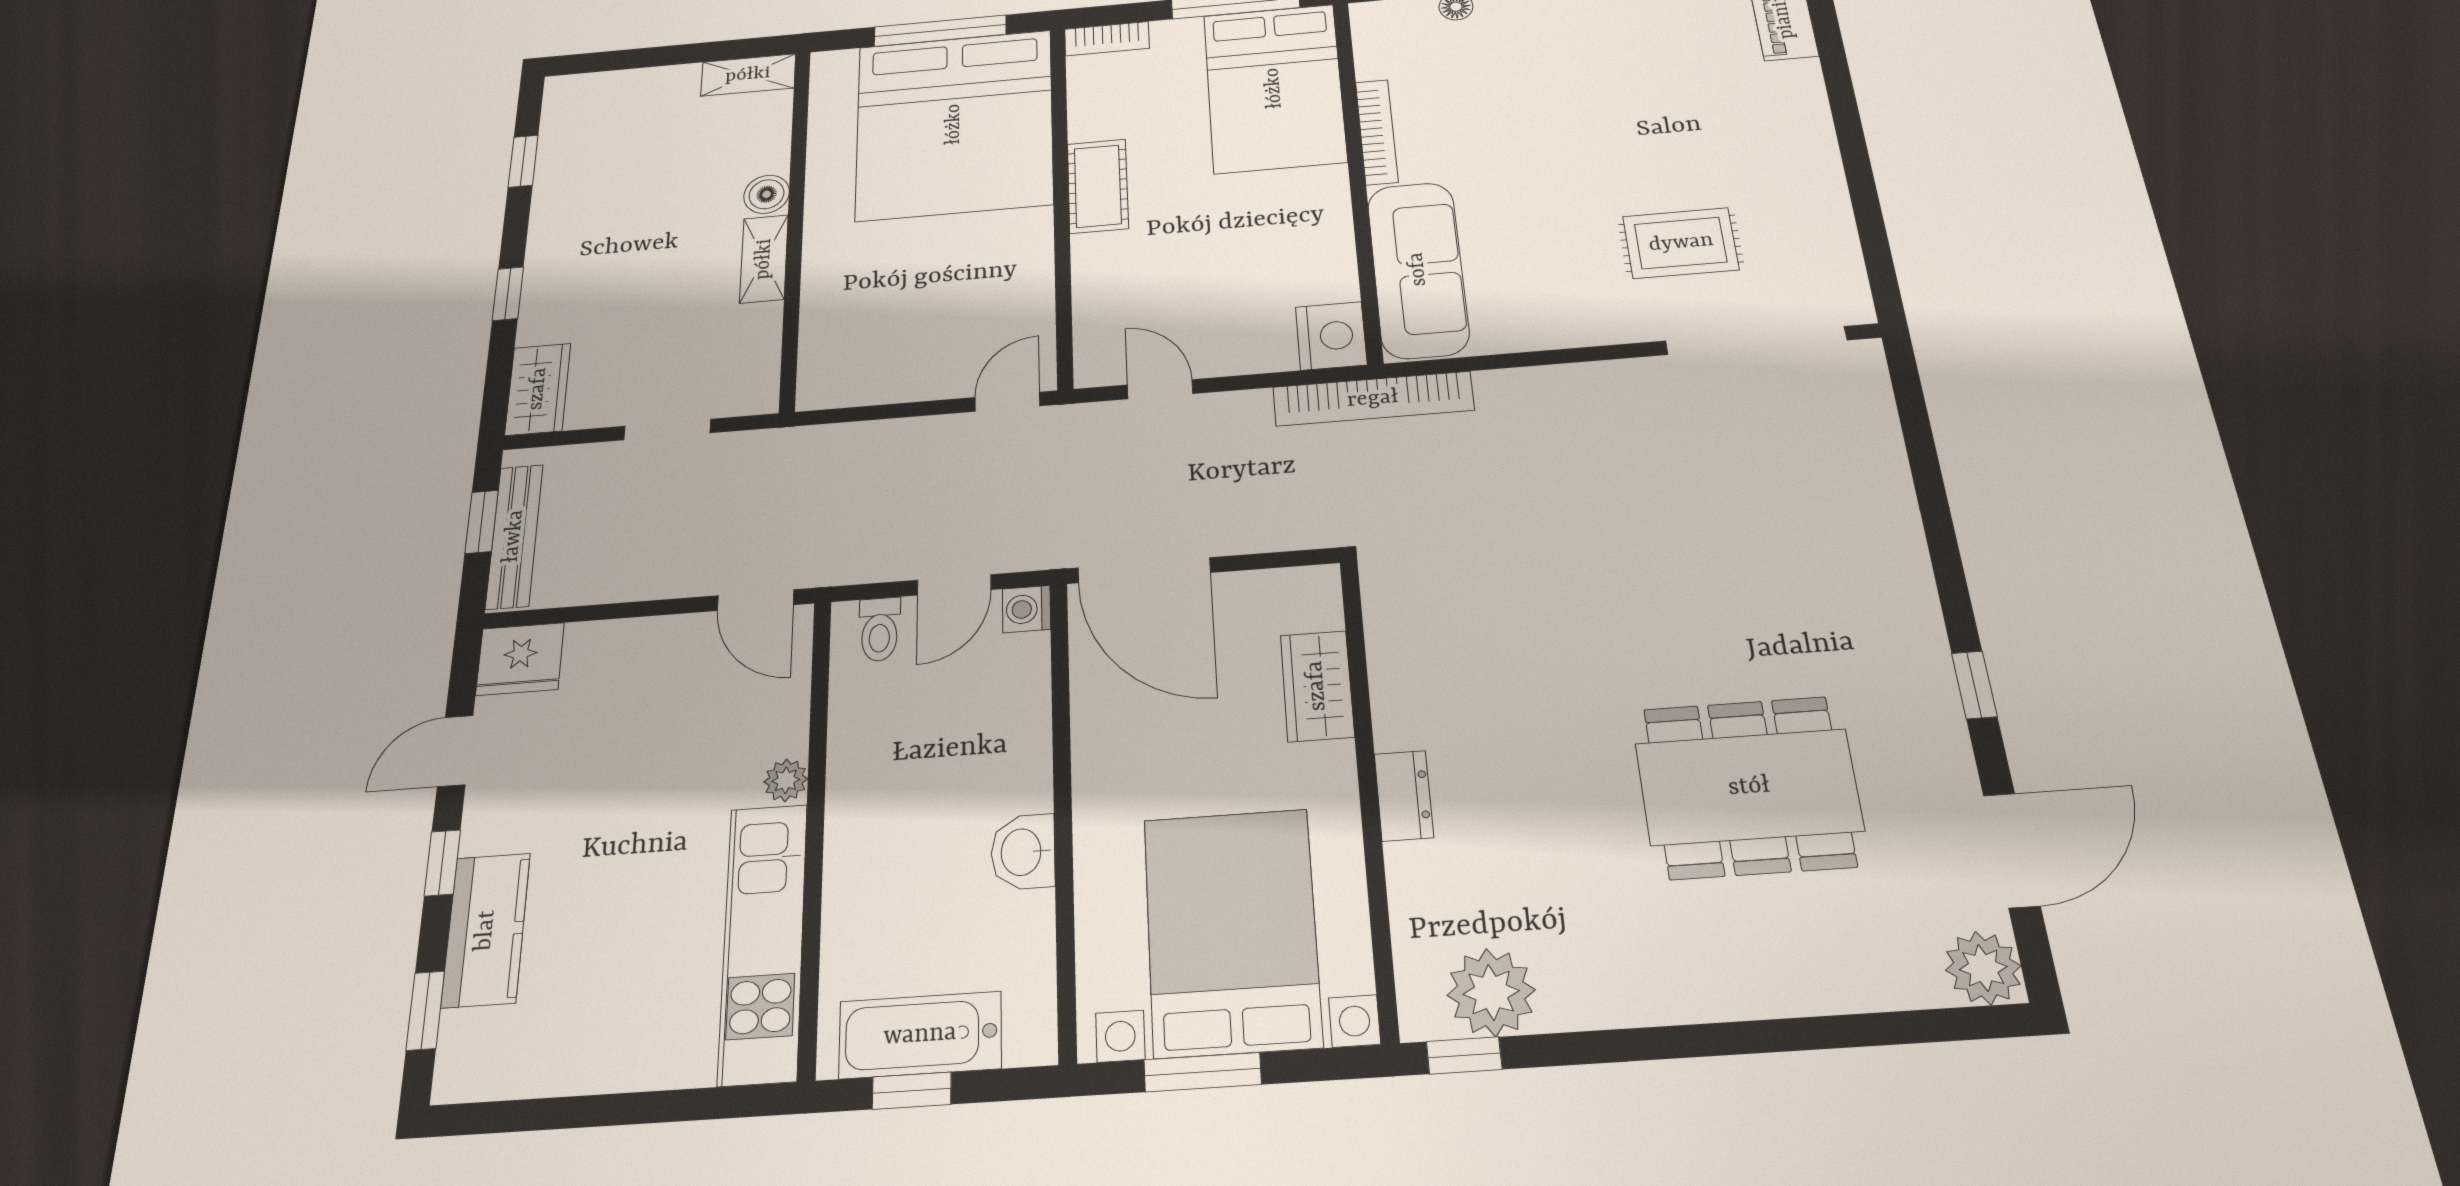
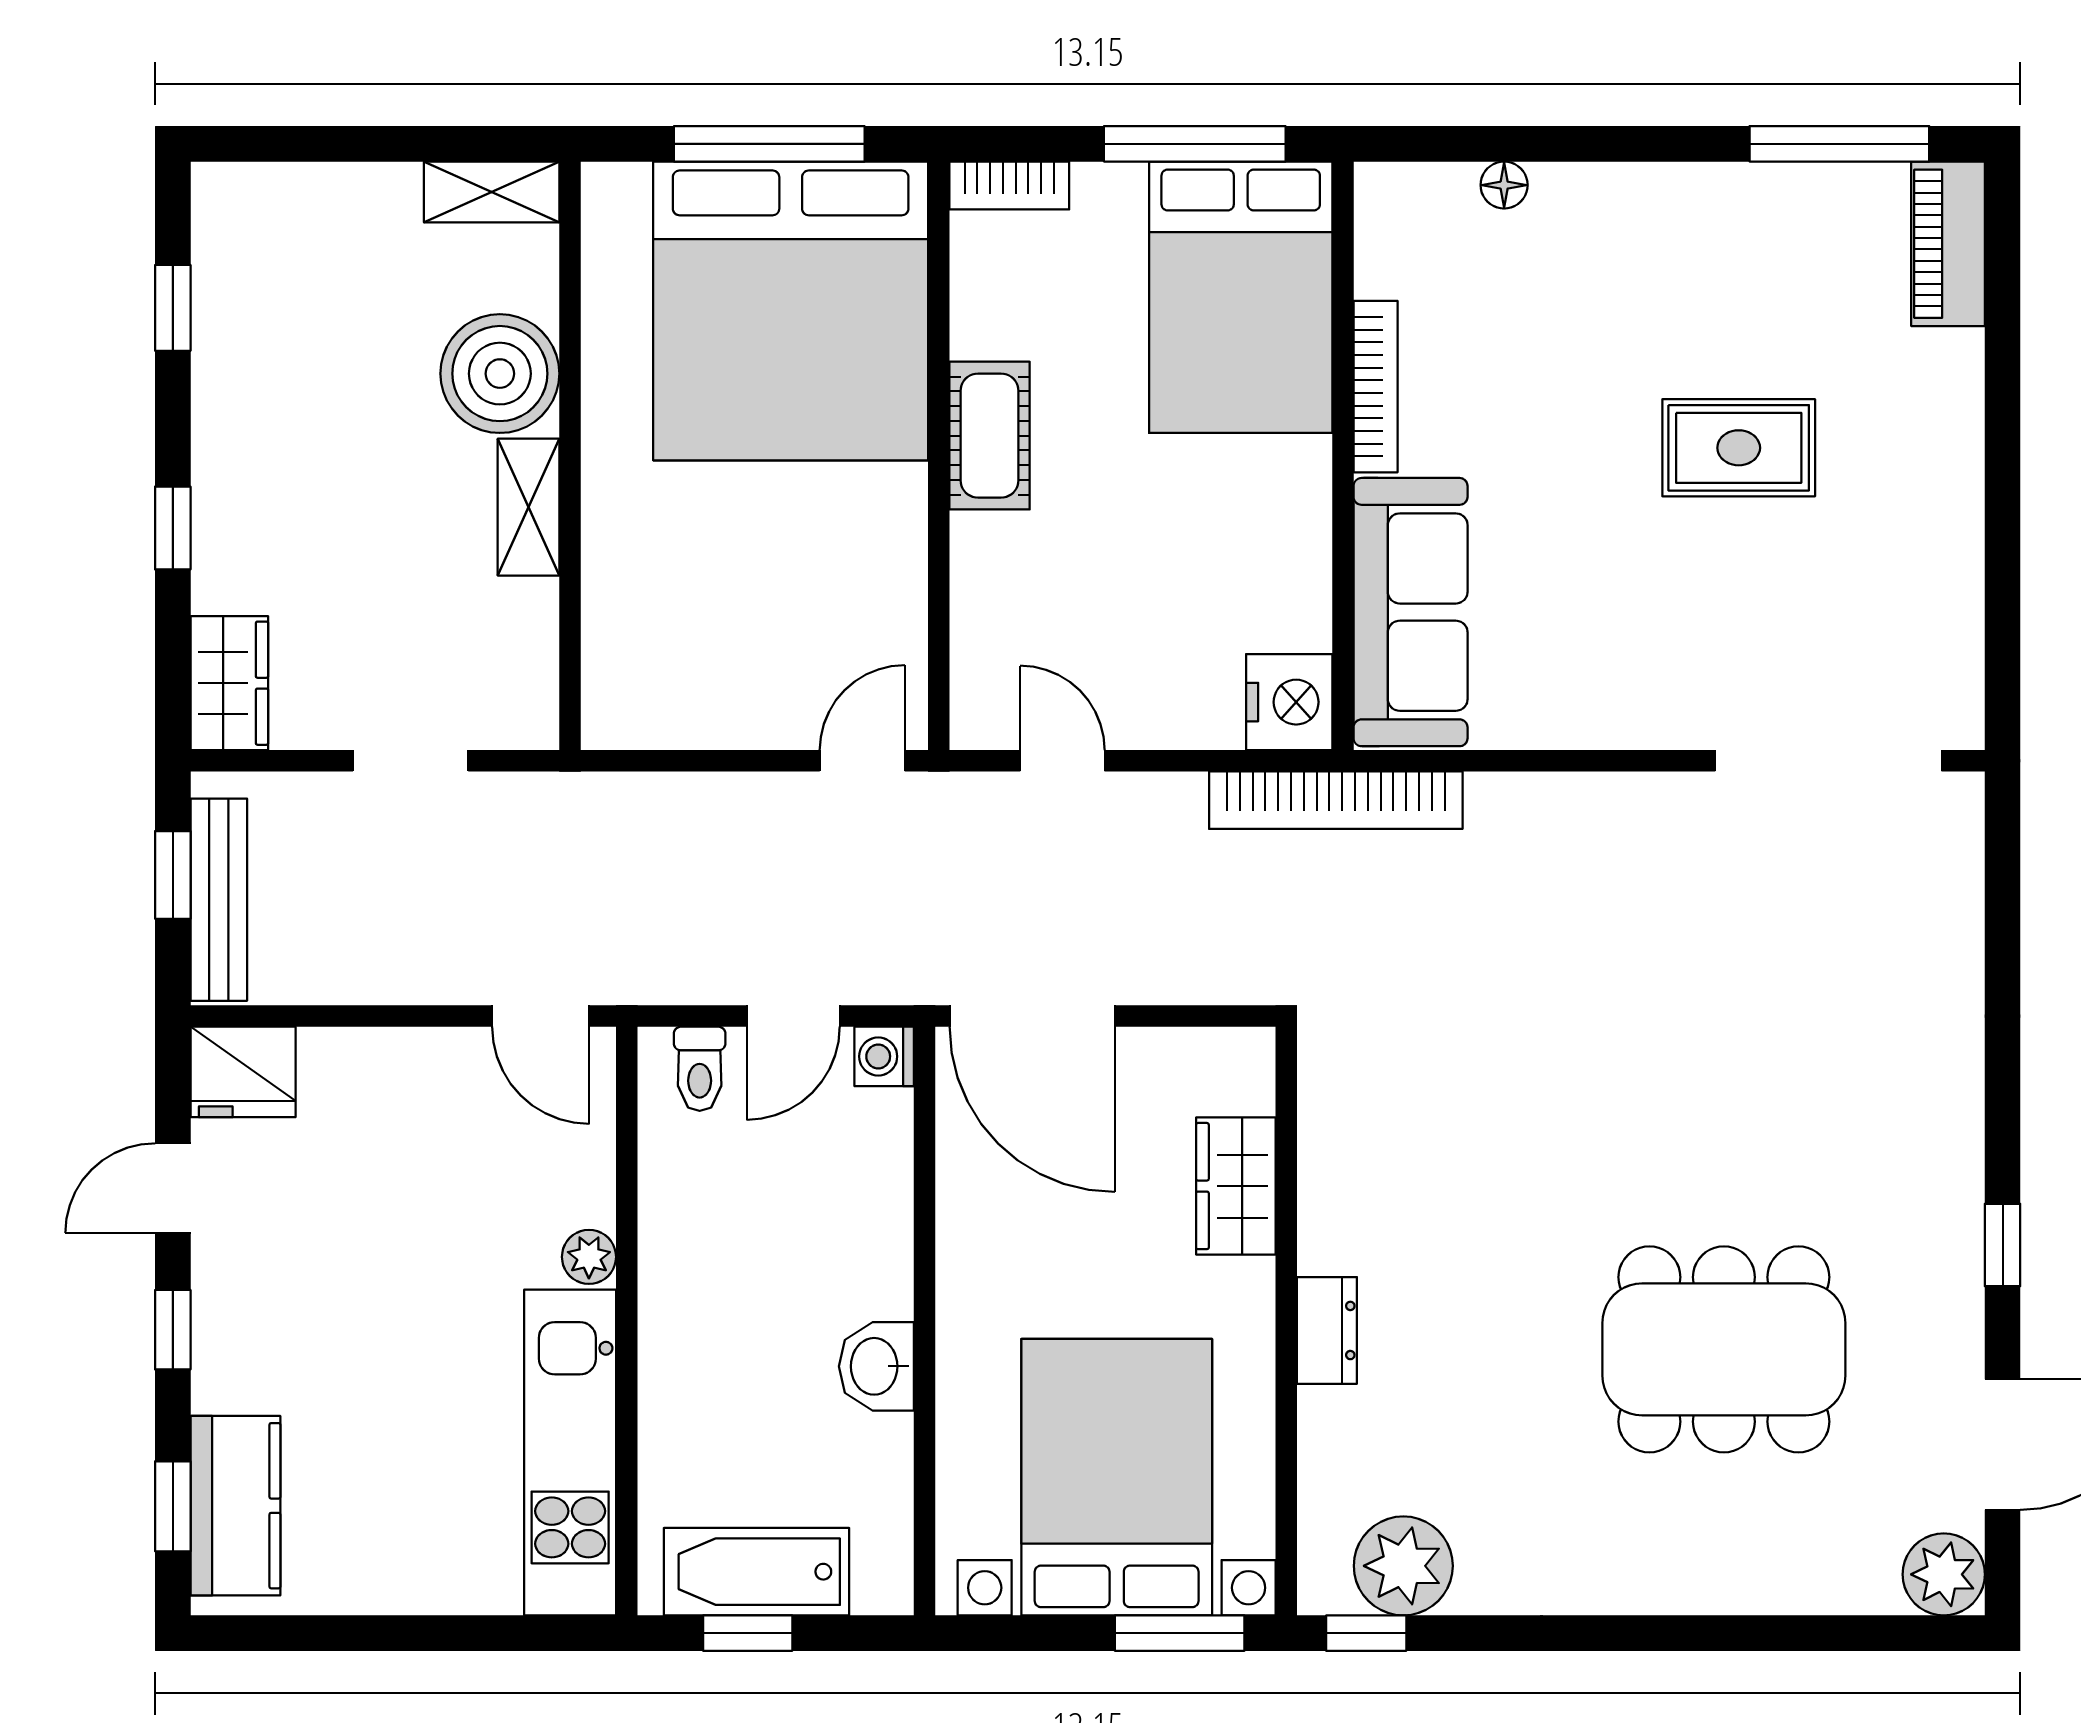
boiler: (767, 194) -> (500, 374), width x1.86, depth x1.86
rug: (1681, 243) -> (1739, 448), moved
kitchen counter: (486, 930) -> (235, 1506), moved
window: (1203, 1072) -> (1180, 1633), moved

